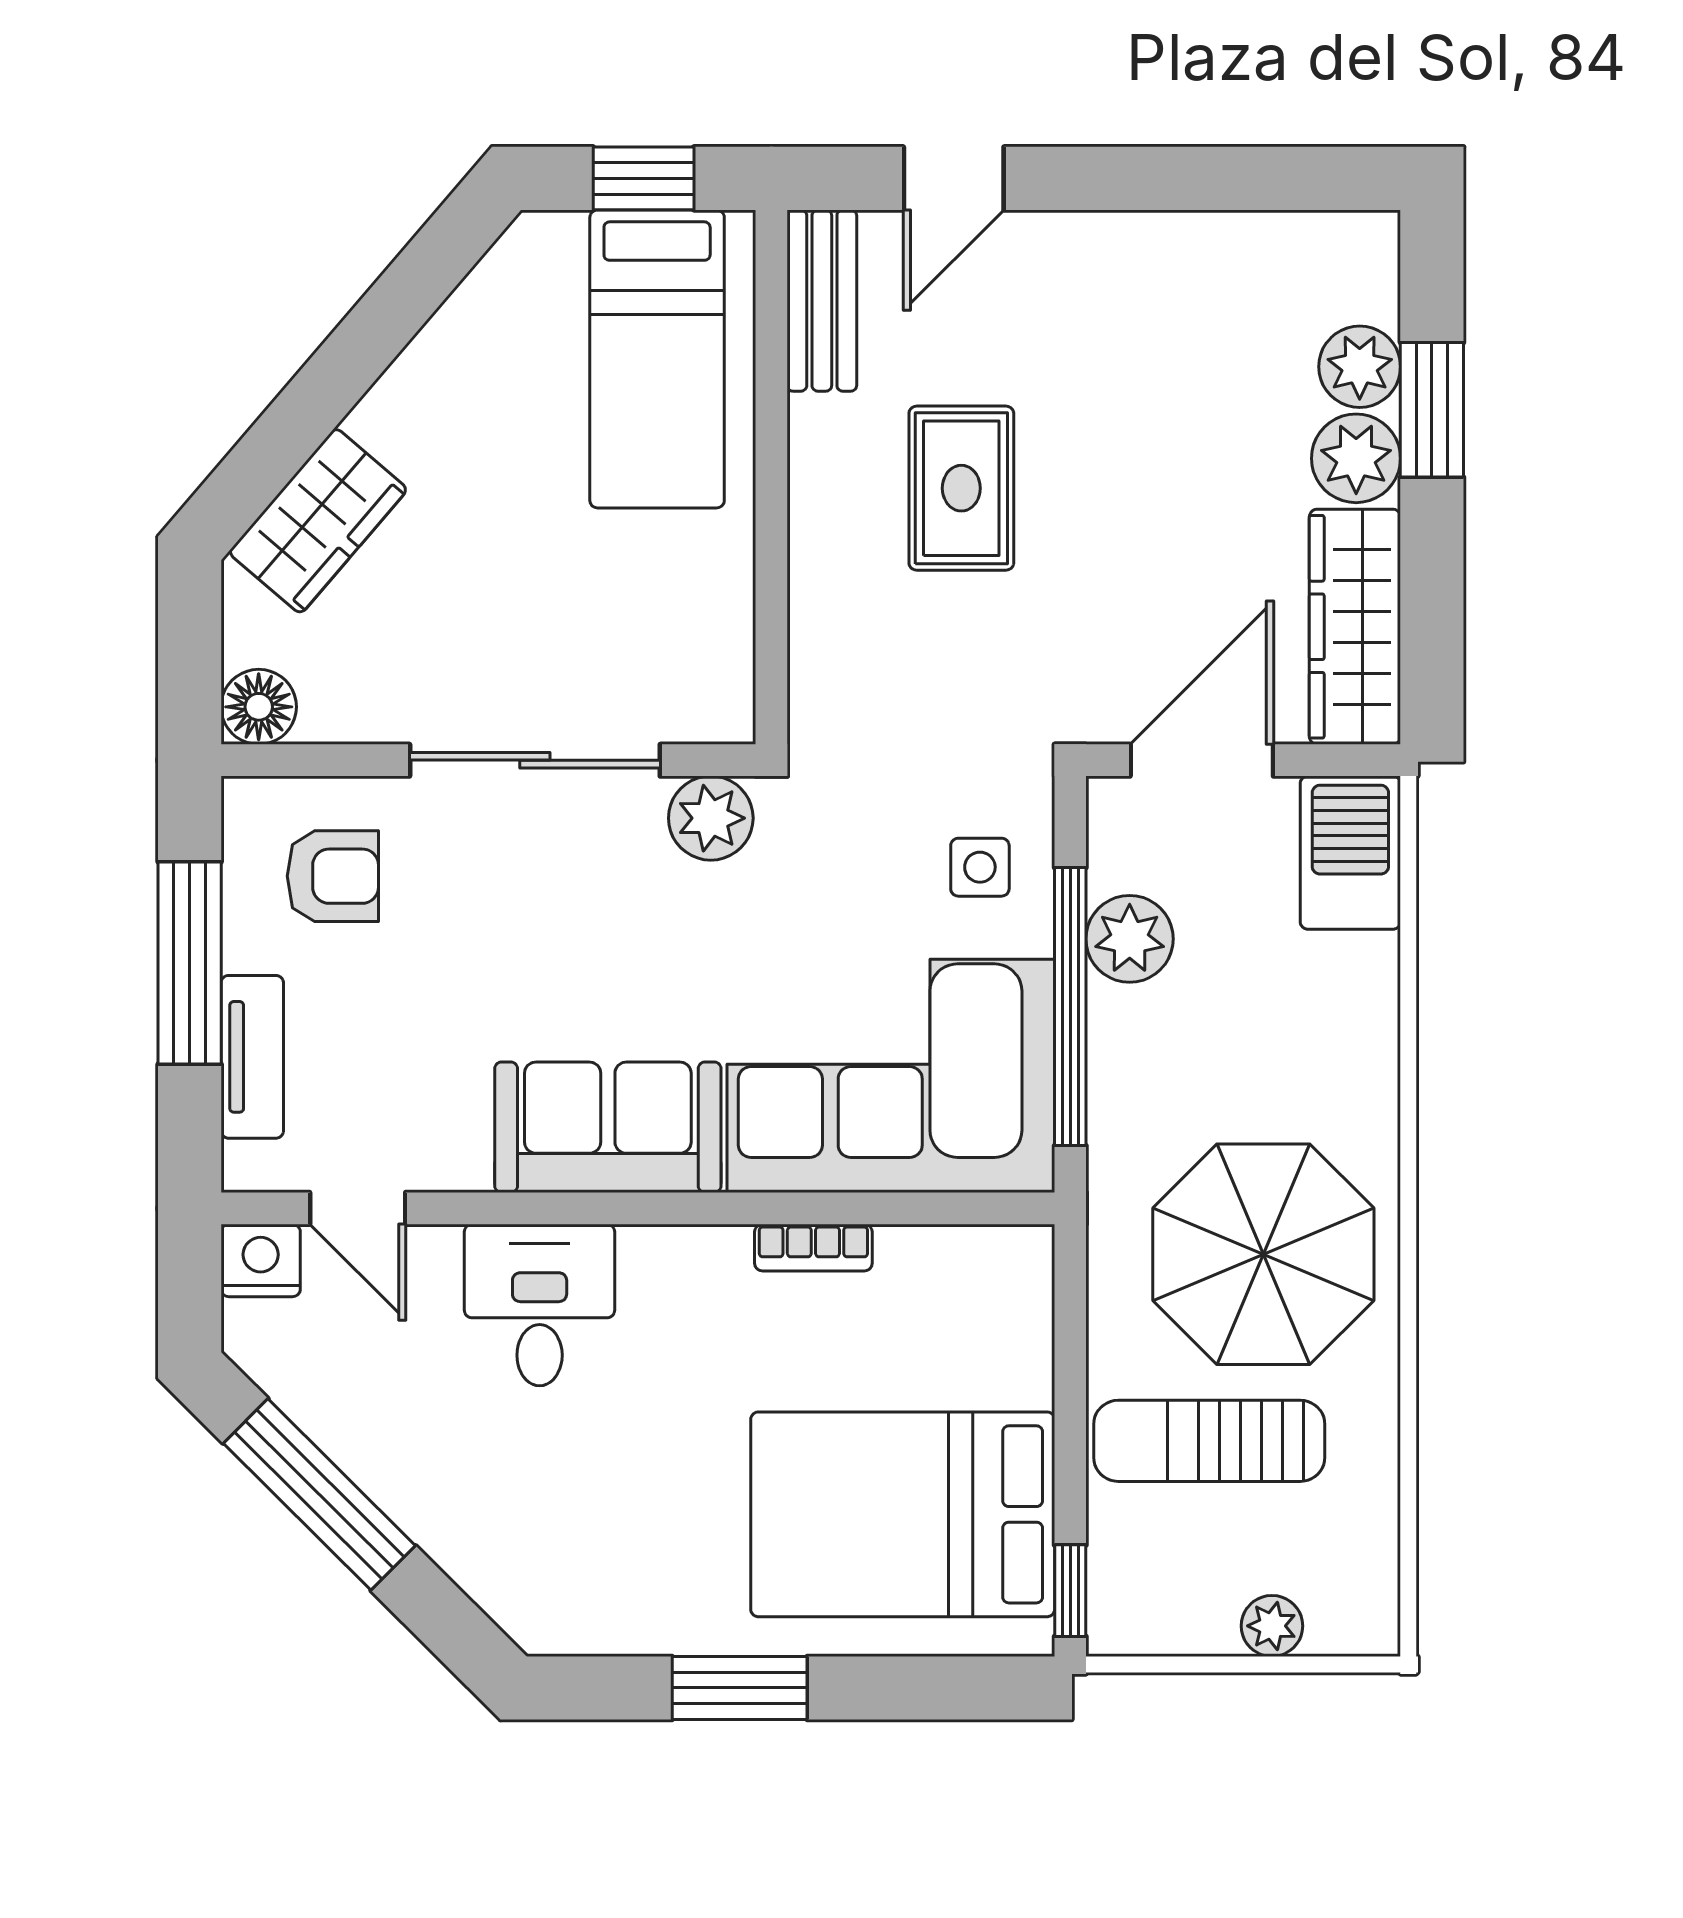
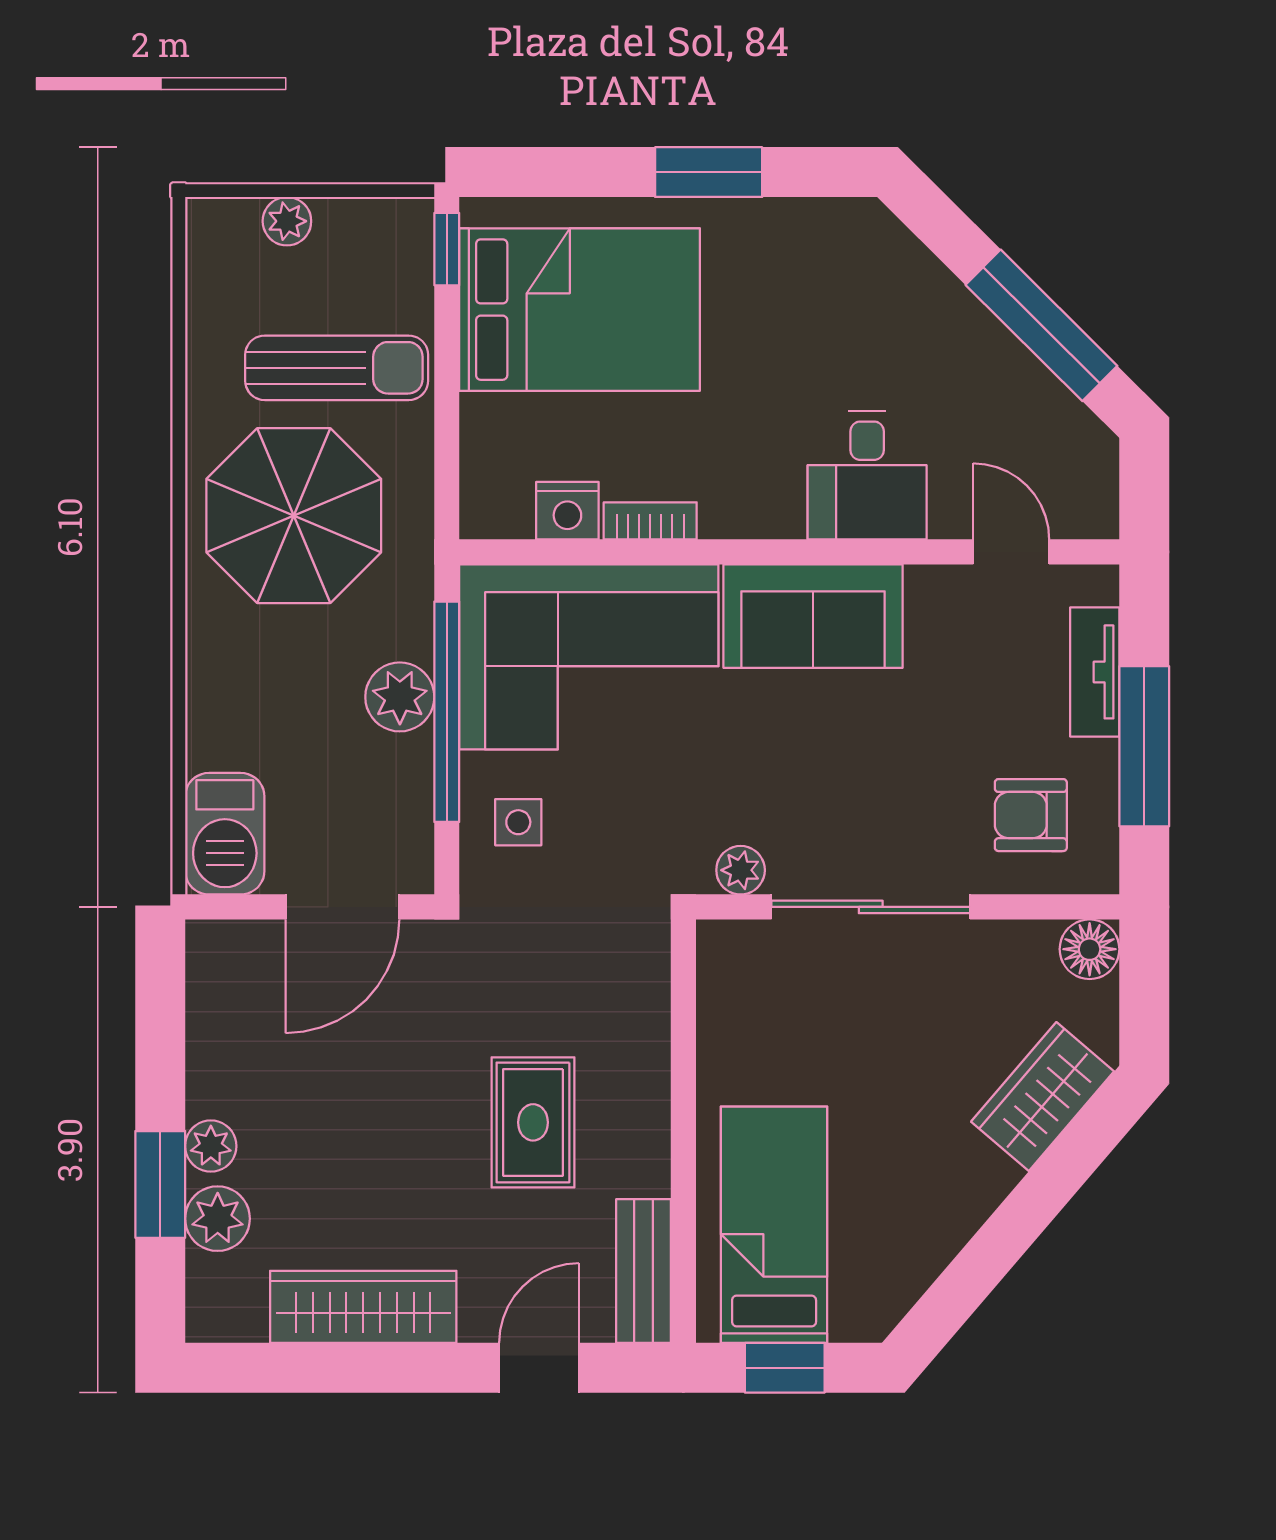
plant: (1356, 458) -> (211, 1146), width x0.73, depth x0.73
wardrobe: (1355, 627) -> (363, 1307), moved, turned -90
plant: (711, 818) -> (741, 870), width x0.73, depth x0.73
plant: (1130, 939) -> (400, 697), moved
nightstand: (261, 1260) -> (567, 511), moved

